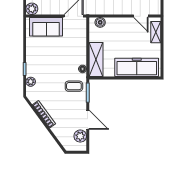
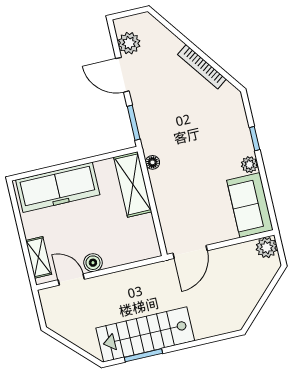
boiler: (100, 22) -> (93, 263), moved
sofa: (46, 27) -> (250, 205), moved, turned -90
plant: (31, 82) -> (249, 165), moved
coffee table: (74, 86) -> (161, 128), removed

